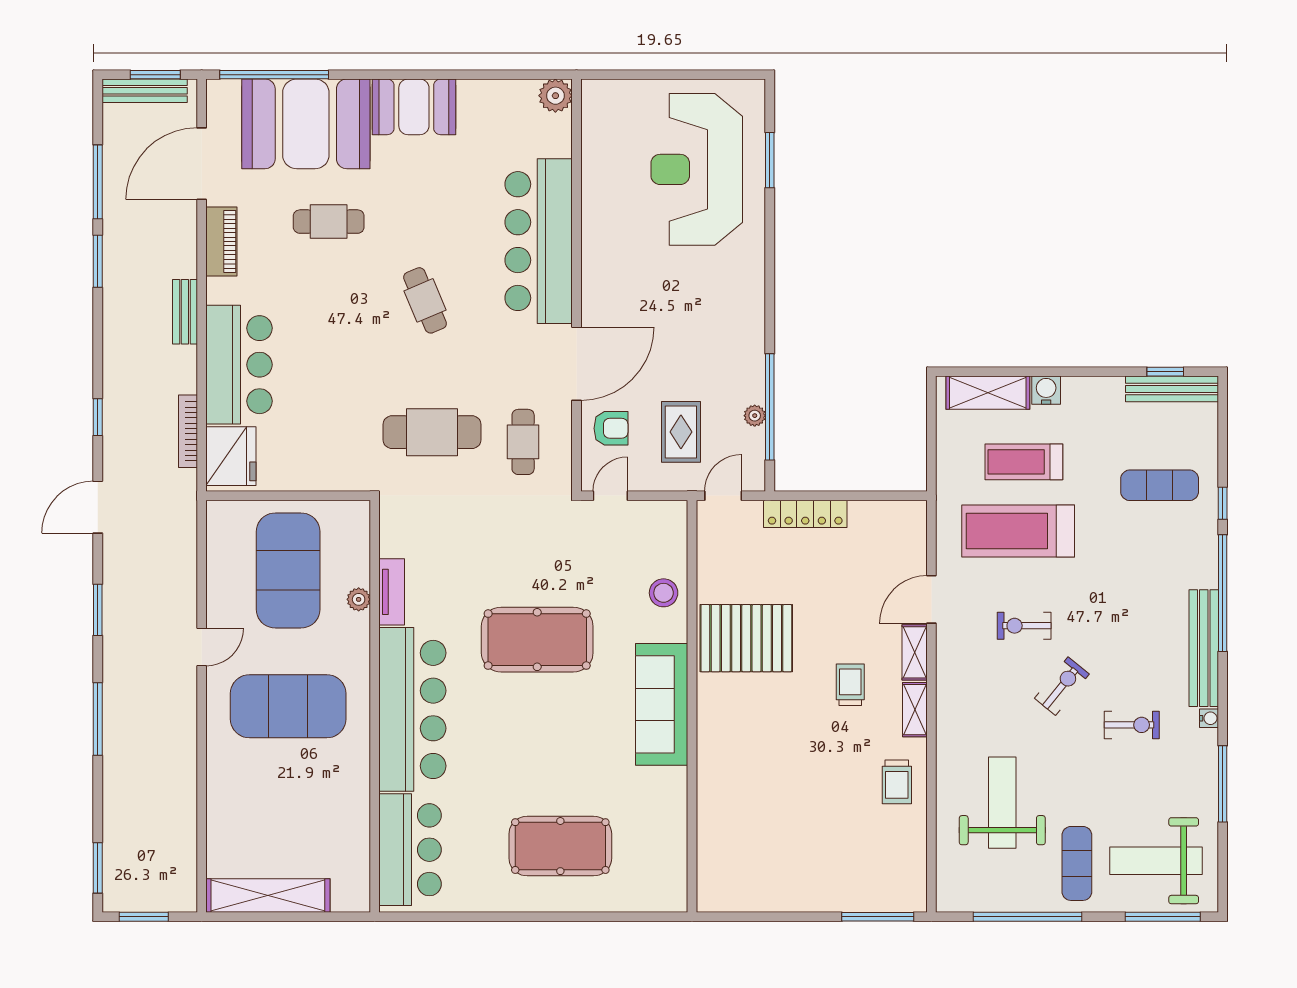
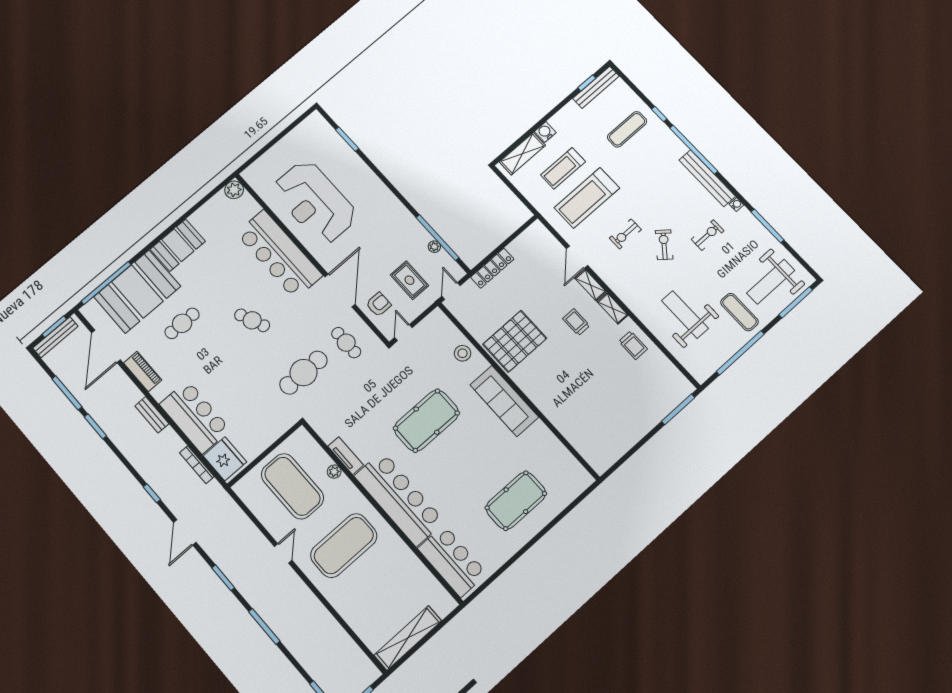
reception desk: (697, 169) -> (315, 202), moved

